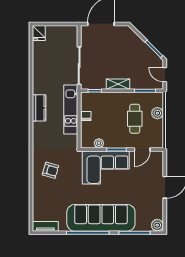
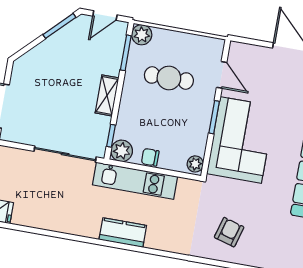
plant: (87, 99) -> (122, 151), added
plant: (157, 113) -> (142, 35), moved
plant: (99, 143) -> (195, 164), moved

